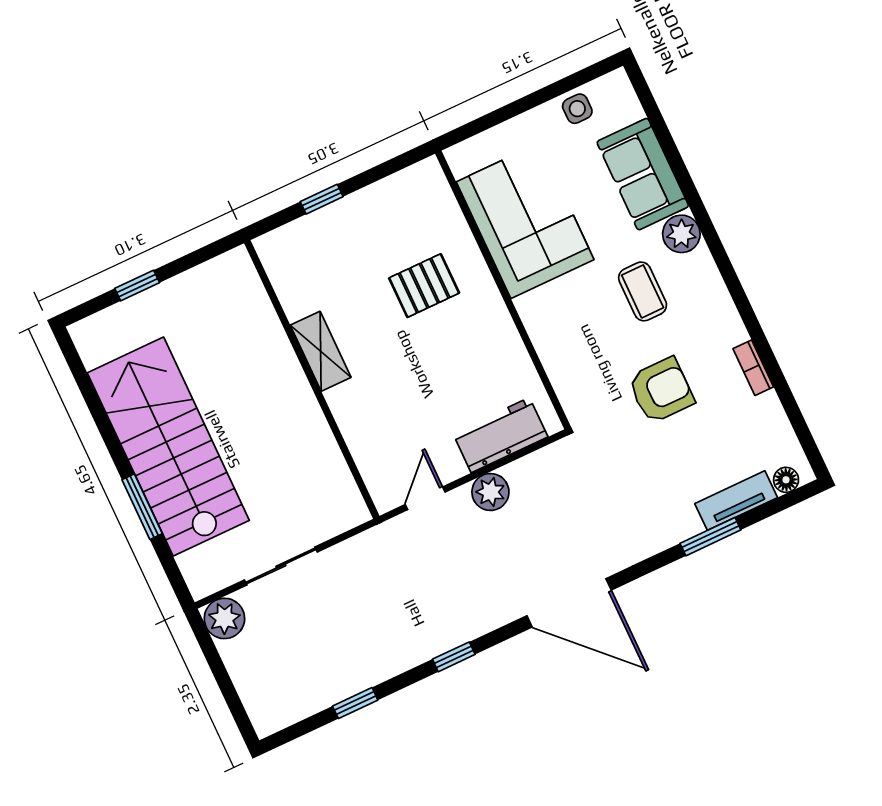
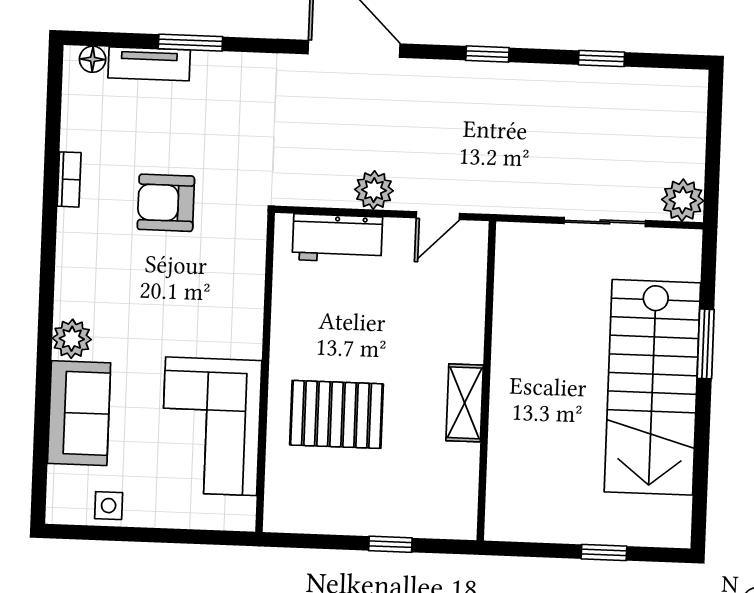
pallet: (424, 286) -> (336, 414), width x1.50, depth x1.42
coffee table: (643, 291) -> (136, 304), removed

